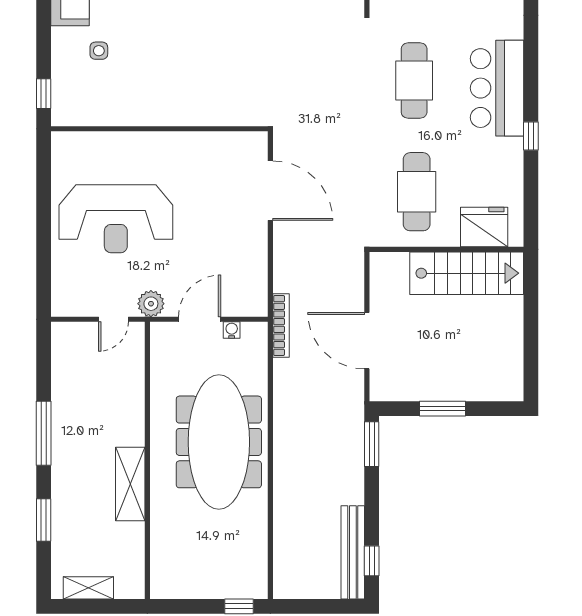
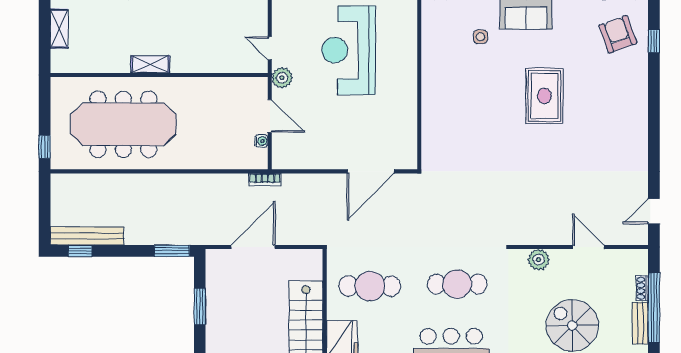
bookcase: (281, 325) -> (265, 180), width x0.64
meeting table: (219, 442) -> (123, 124), moved
shelving: (130, 484) -> (150, 64), width x0.67, depth x0.75

